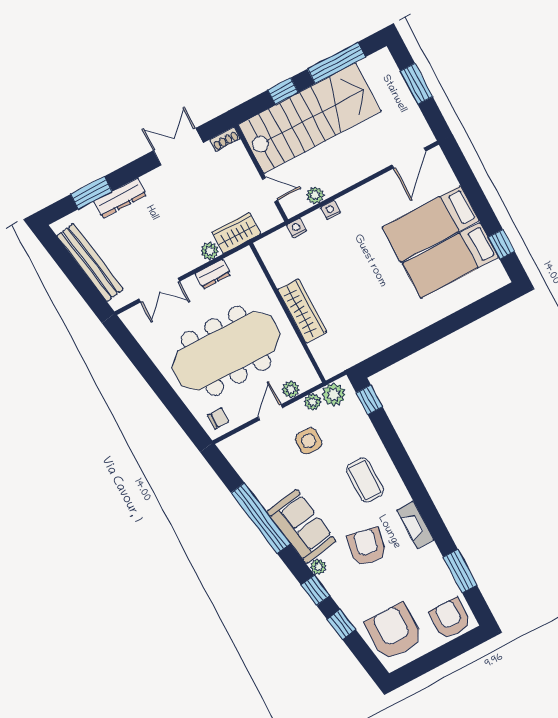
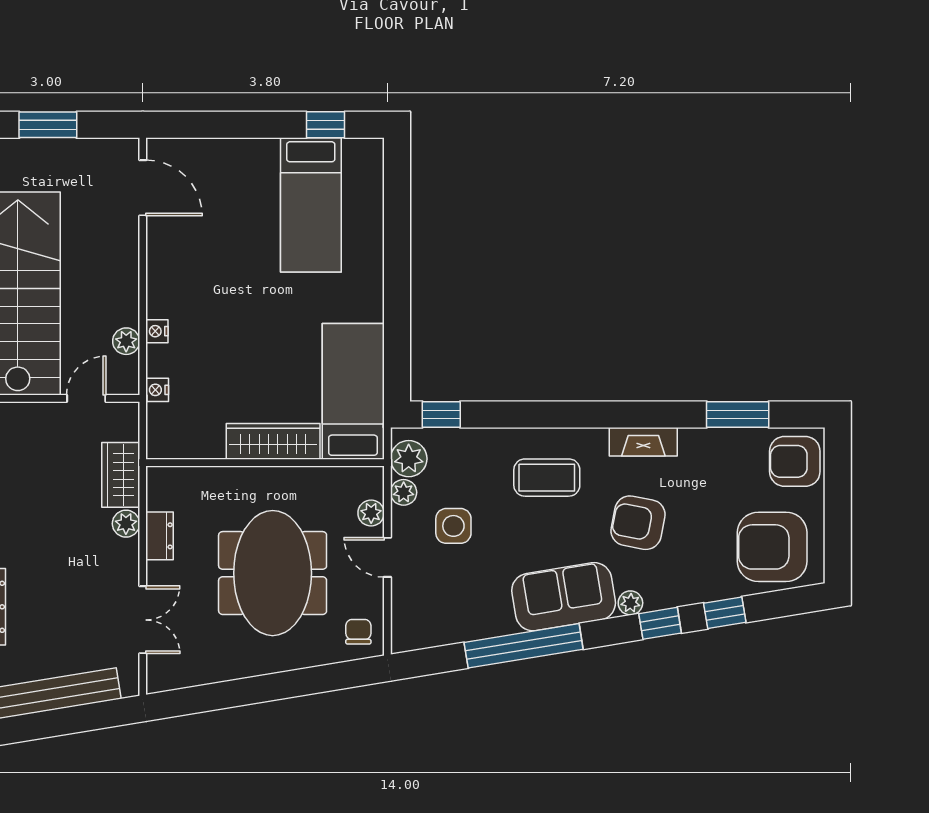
bed: (431, 224) -> (353, 391), moved, turned 180
meeting table: (226, 351) -> (273, 573), width x0.73

